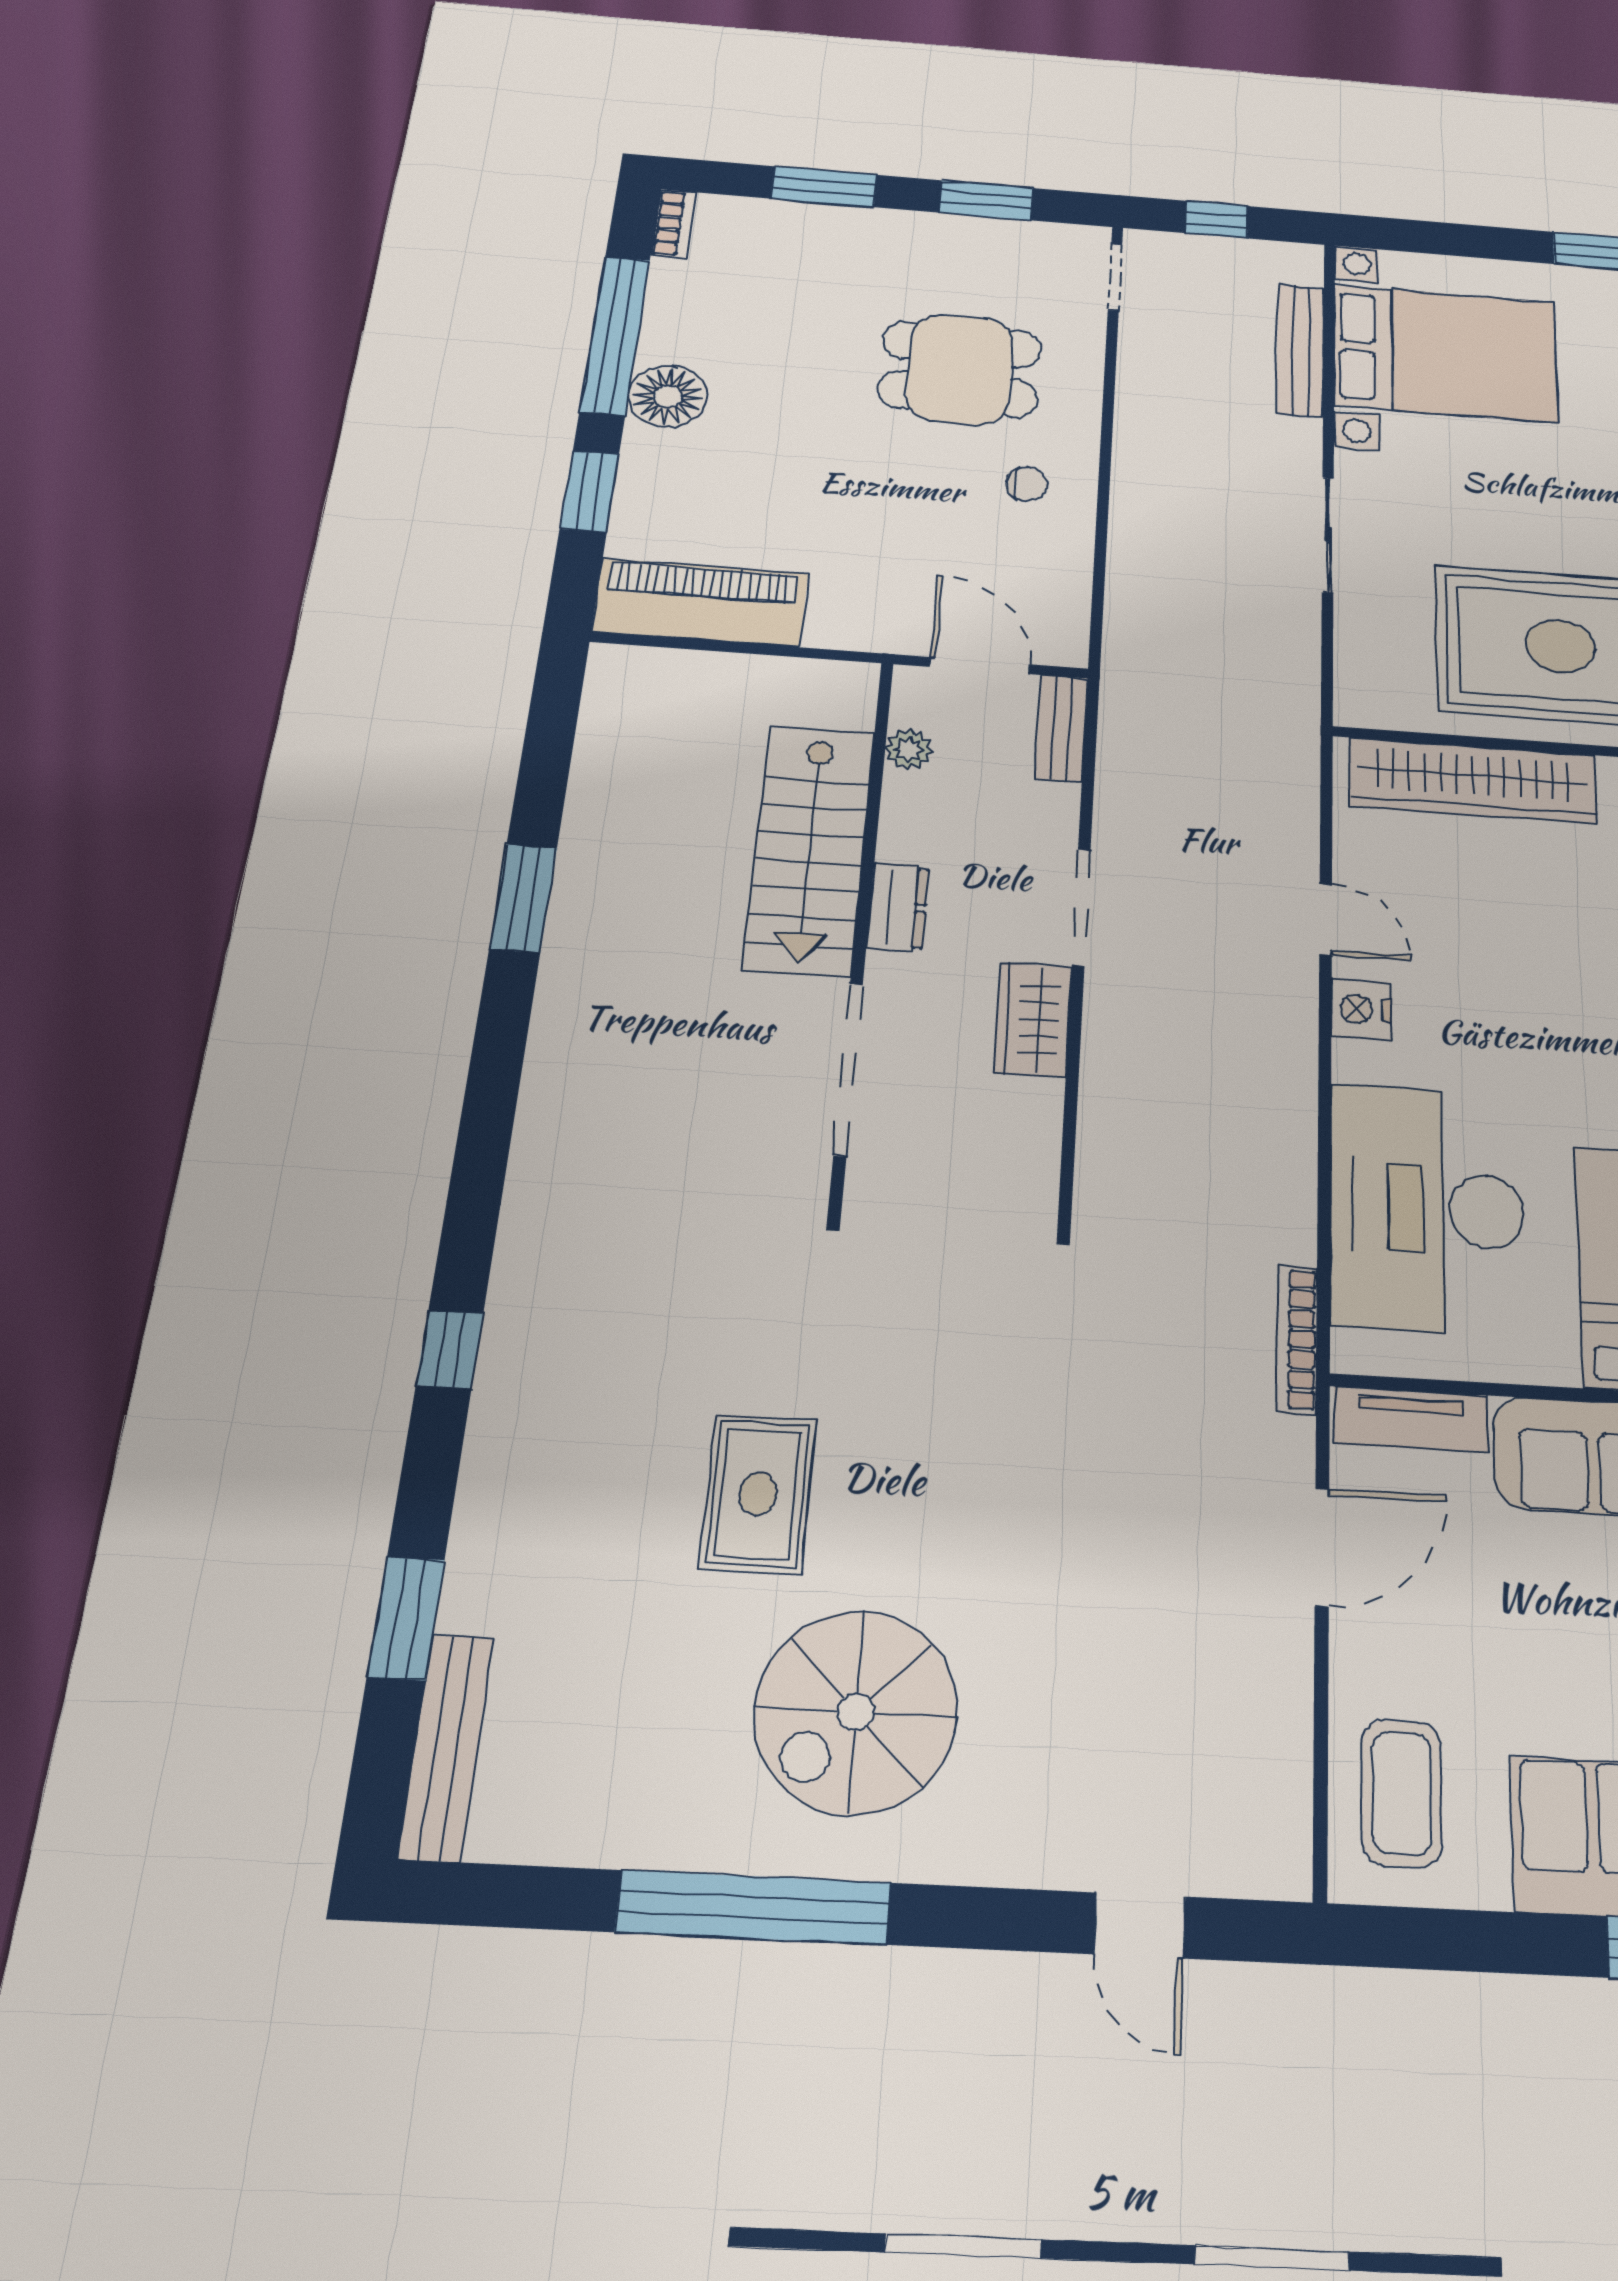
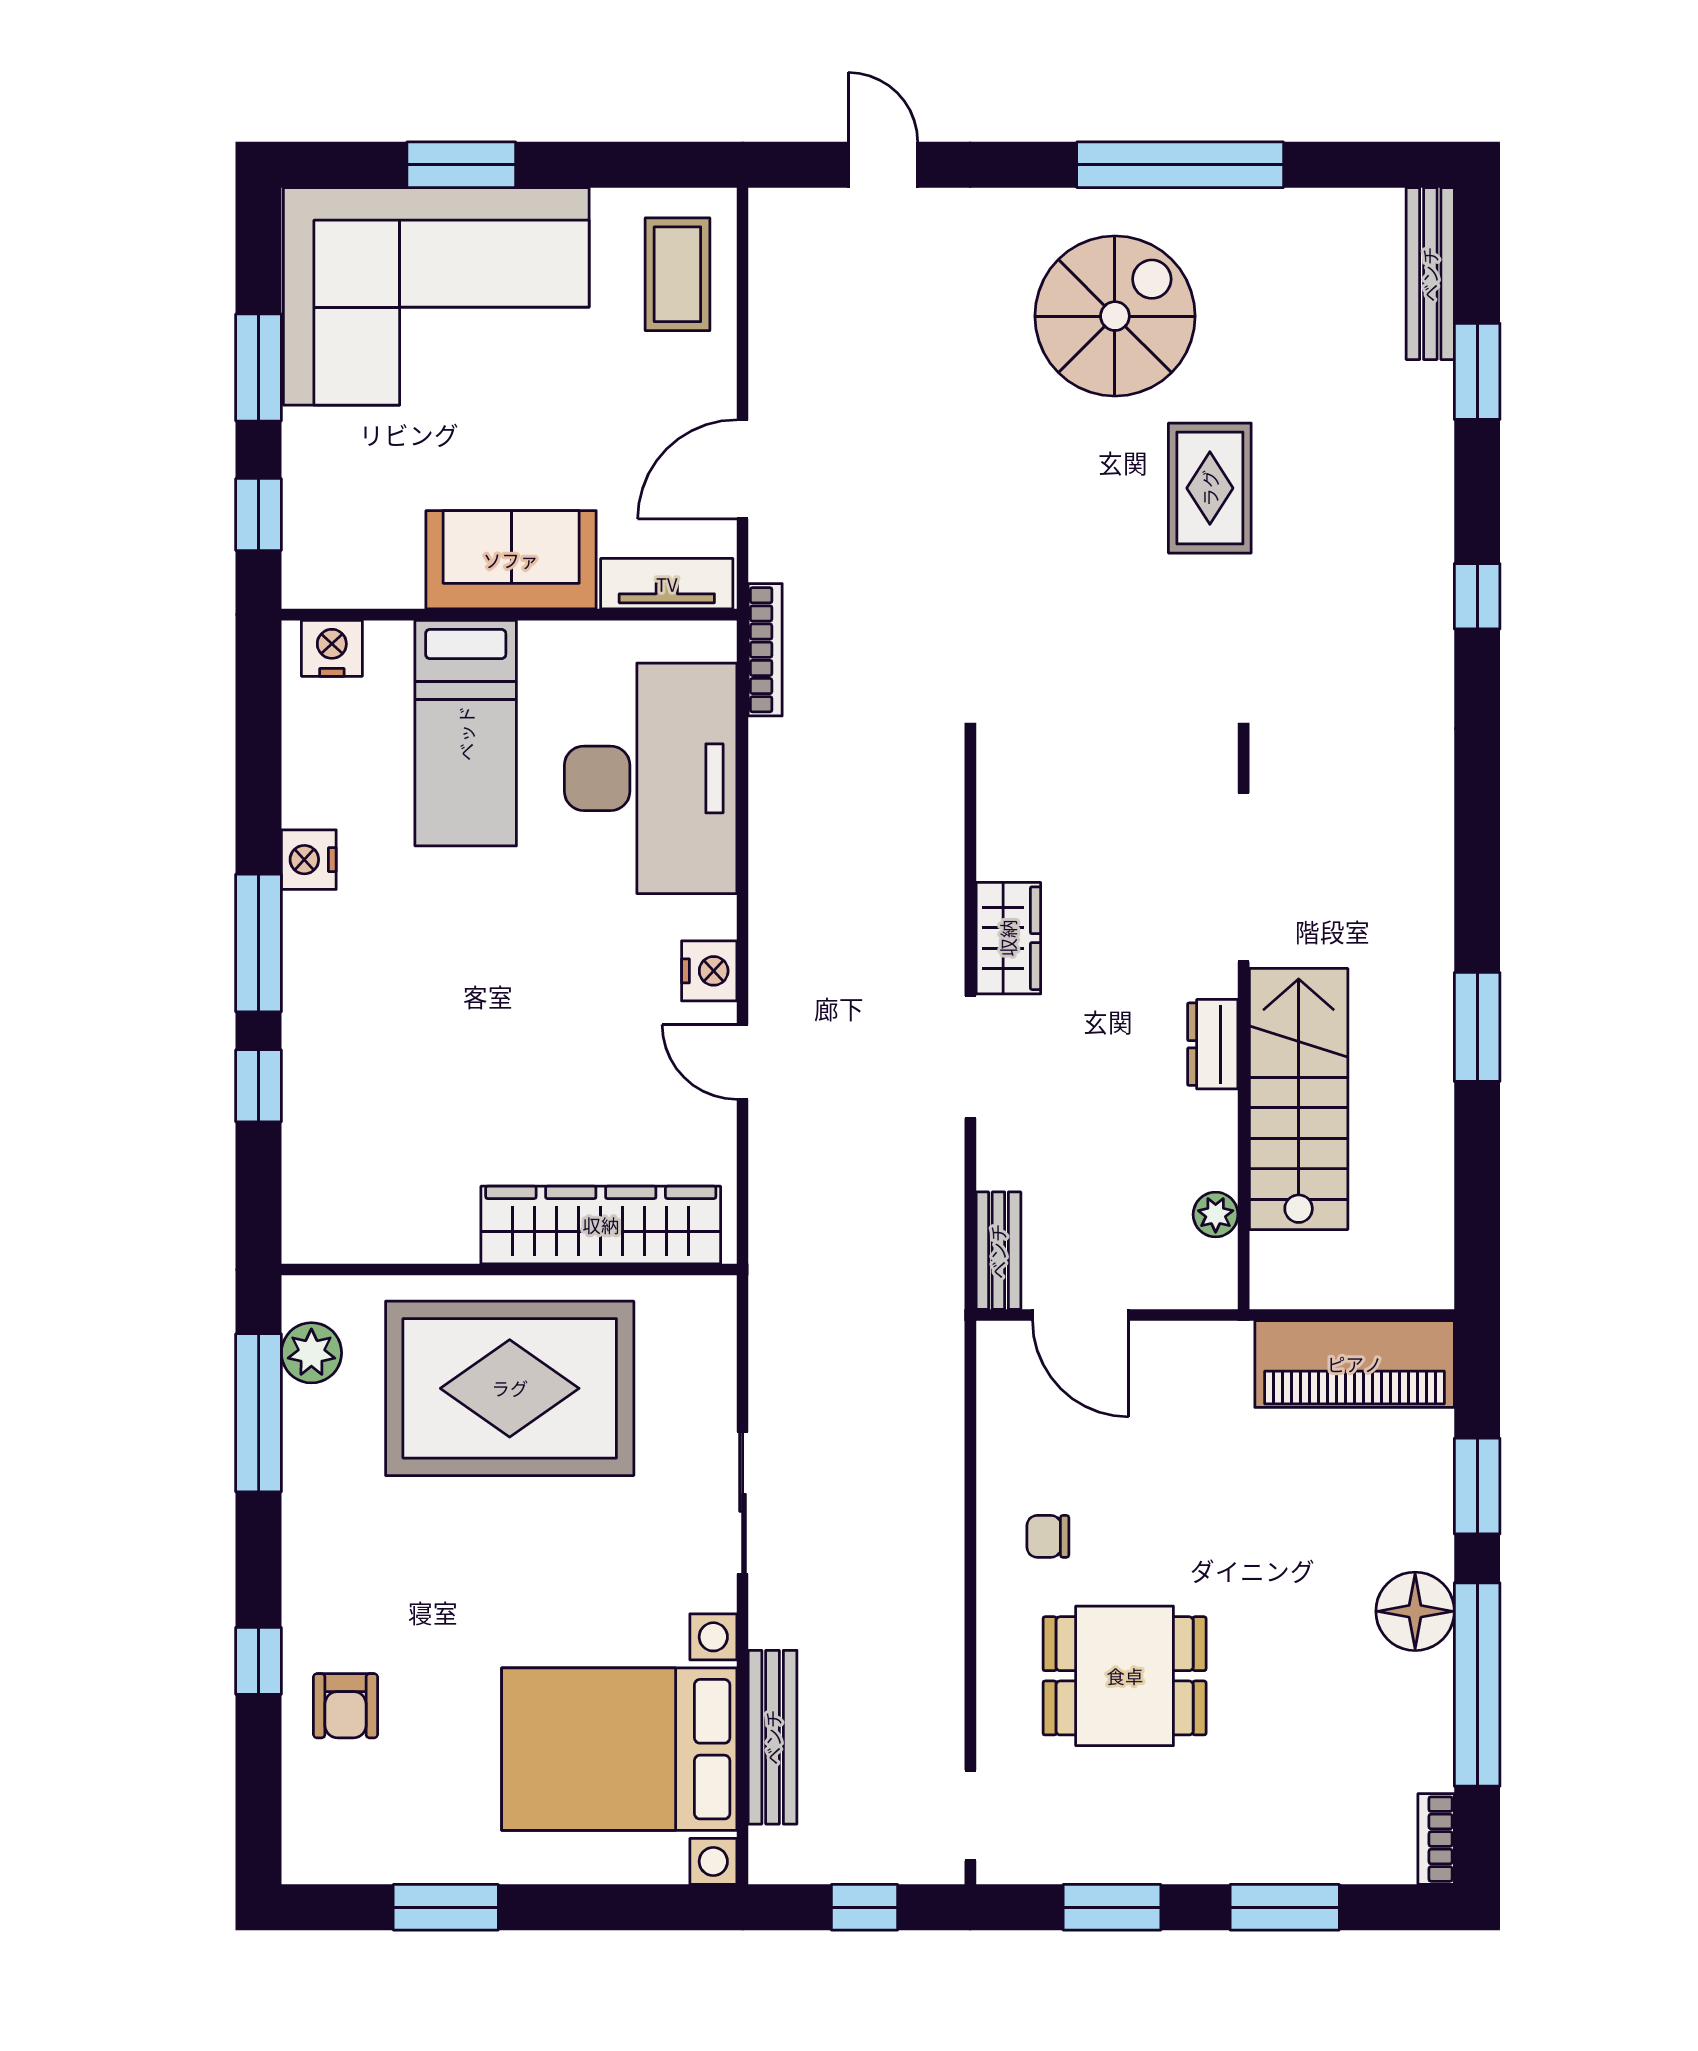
plant: (909, 749) -> (1216, 1215), moved
stairs: (810, 849) -> (1299, 1099), moved
dresser: (898, 907) -> (1213, 1044), moved
wall: (862, 926) -> (1244, 1022), moved
doorway: (848, 1069) -> (1244, 877), moved

